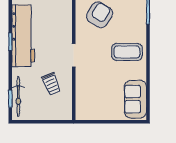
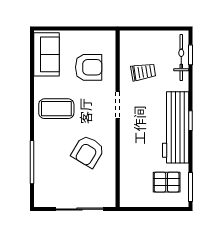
trolley: (51, 84) -> (143, 72), turned 104
armchair: (99, 88) -> (89, 67), added

